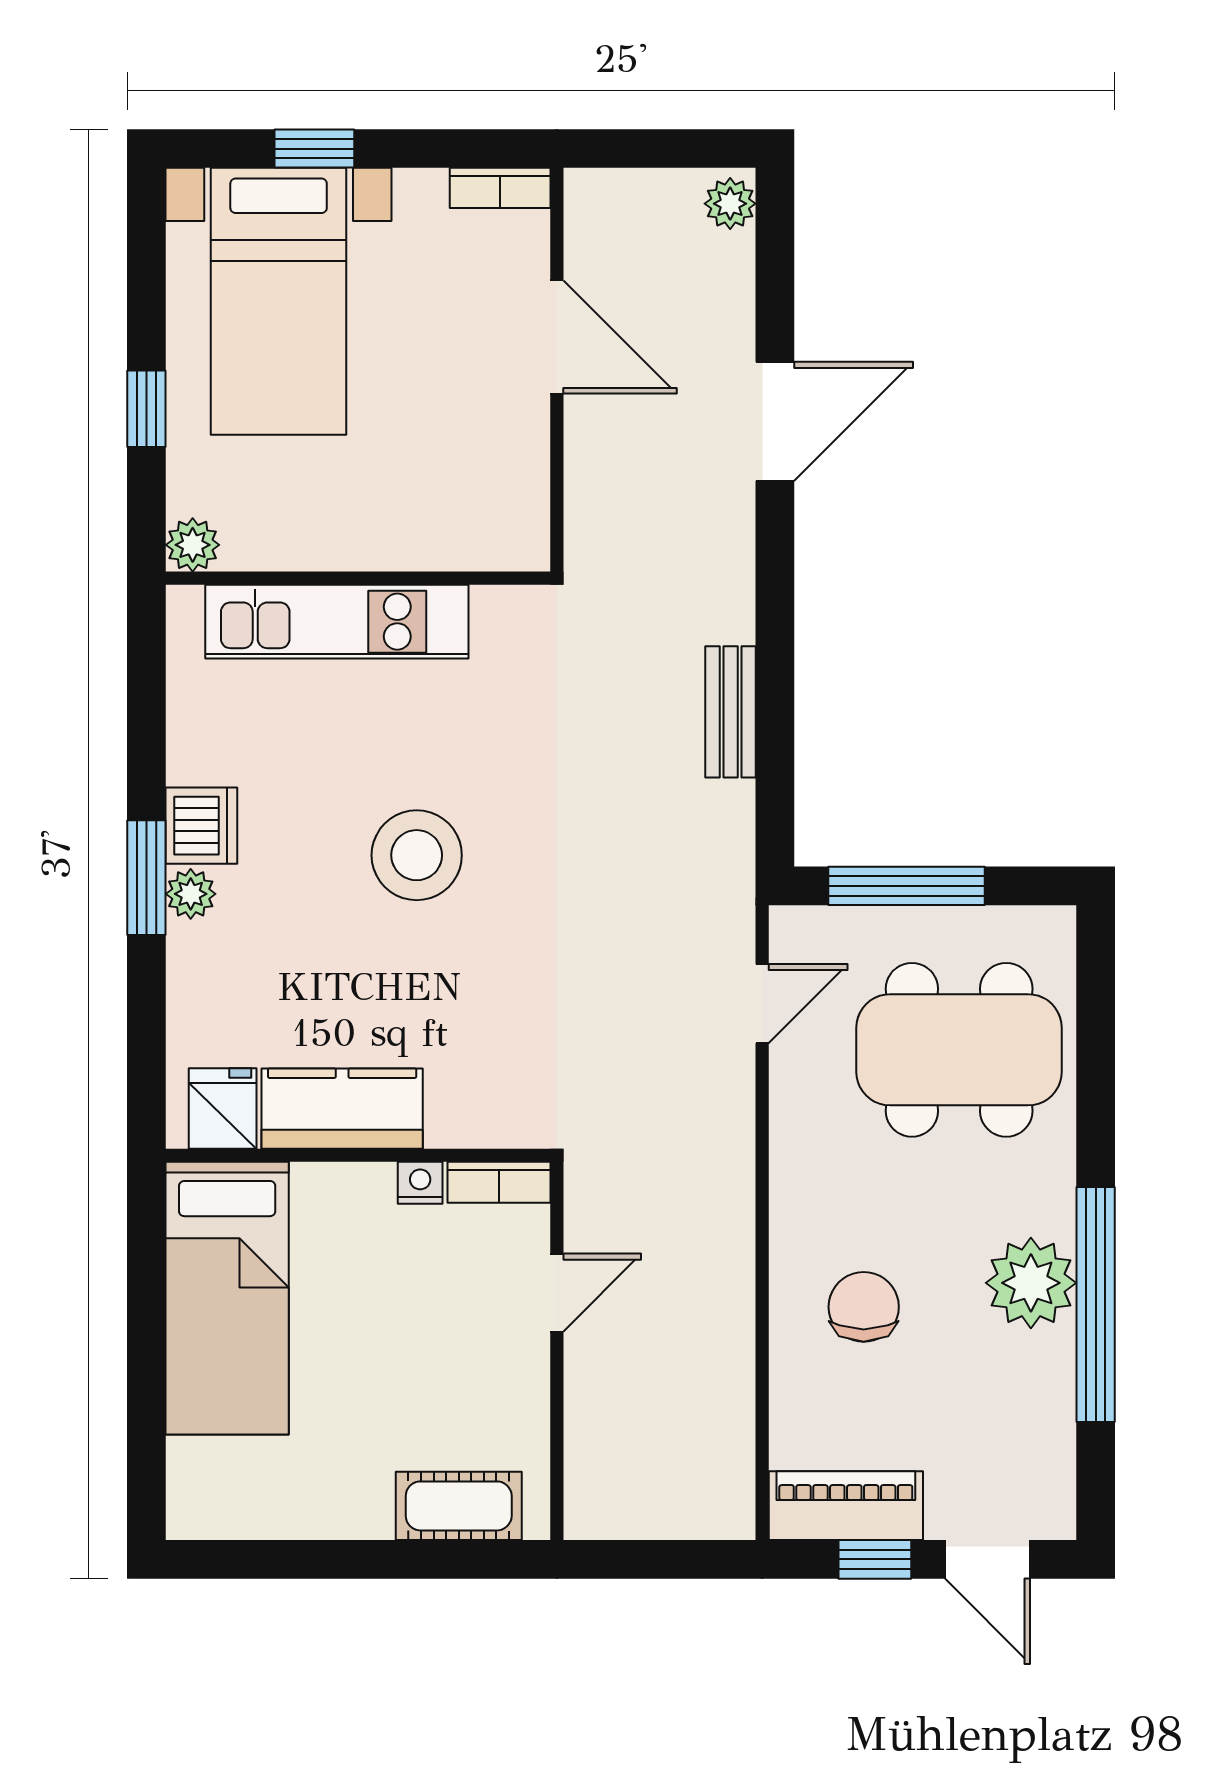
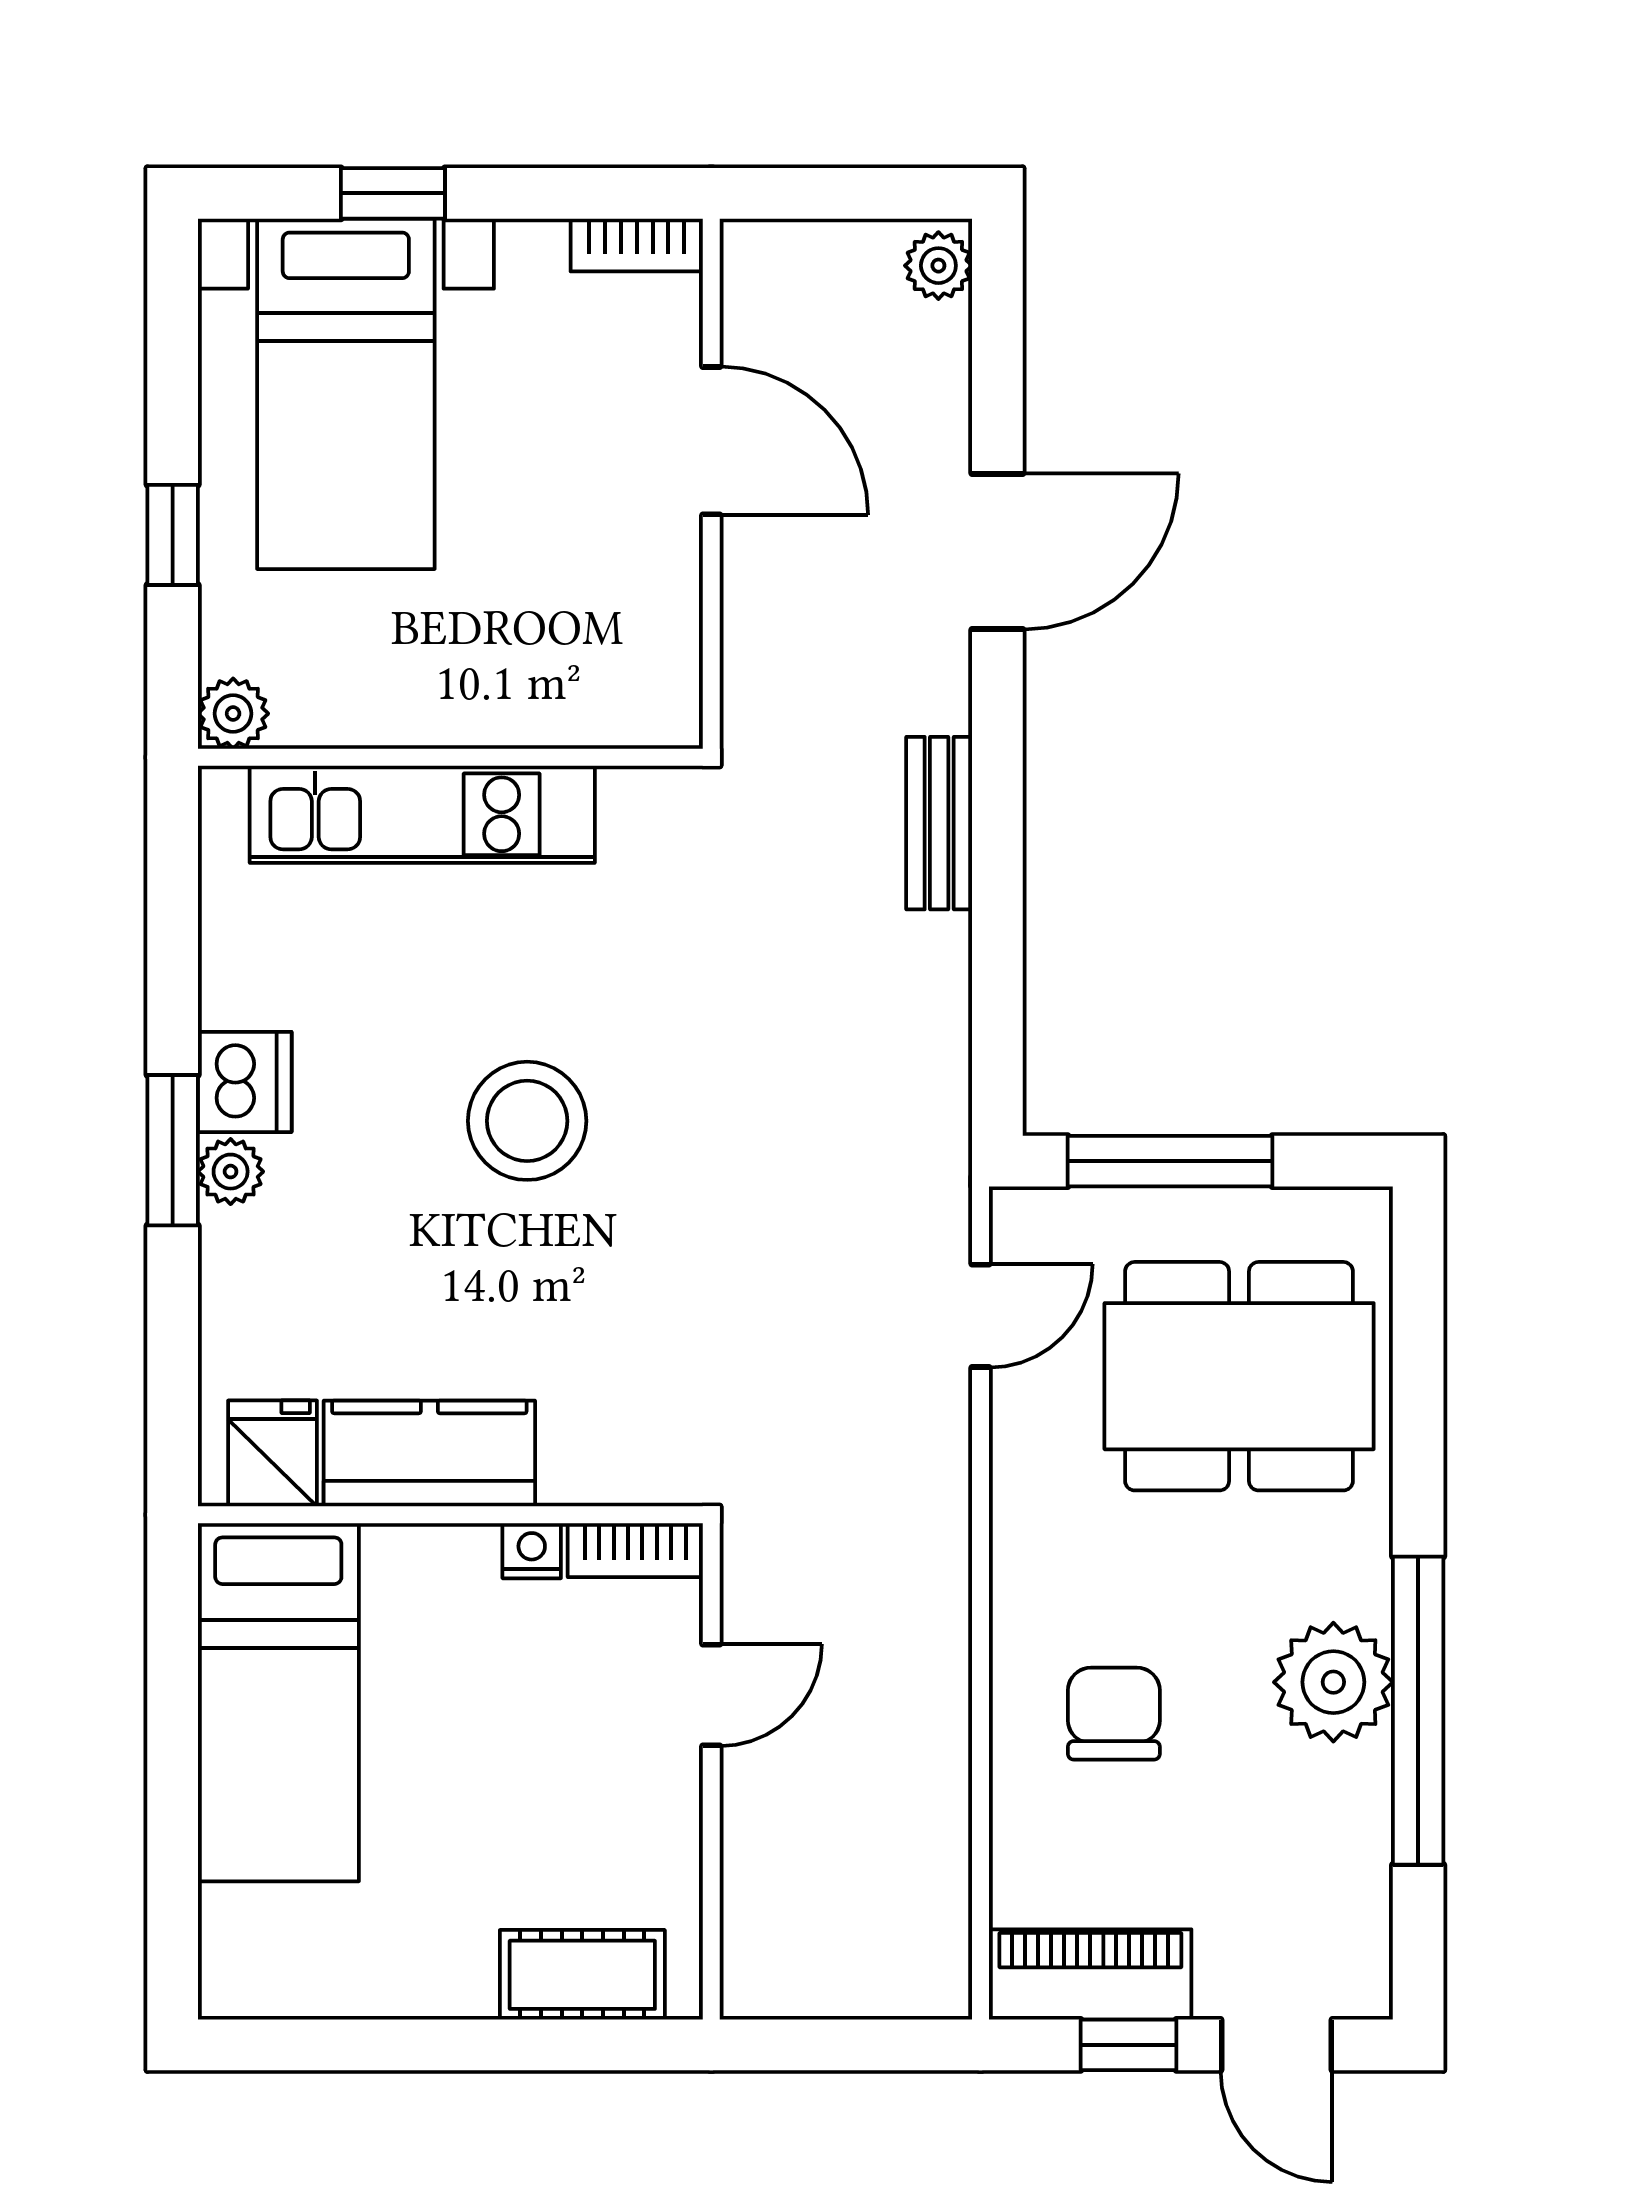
bench: (731, 712) -> (939, 823), moved

